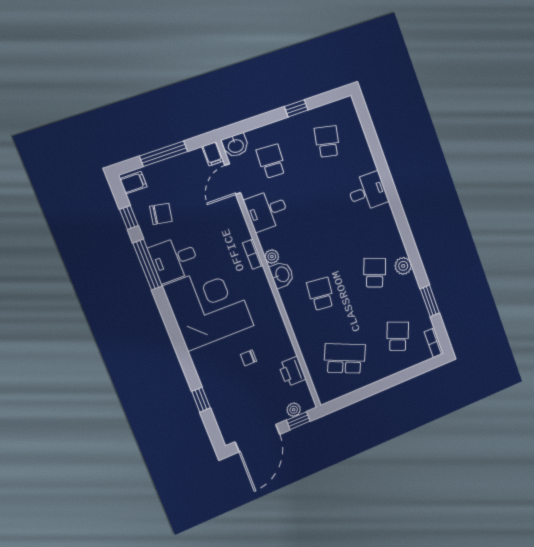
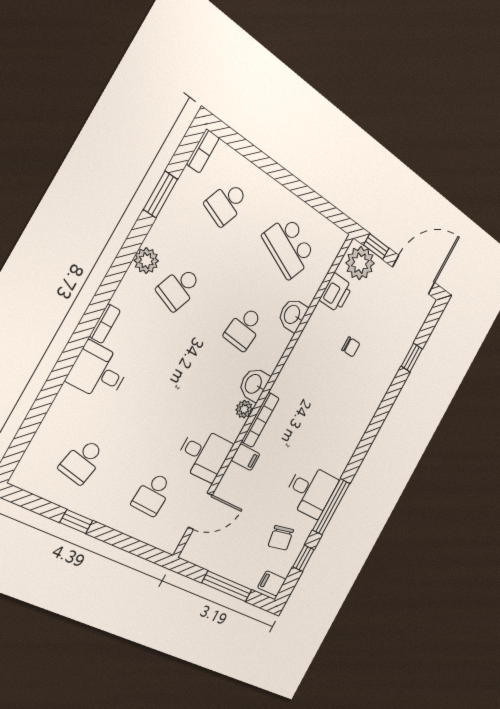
washbasin: (236, 146) -> (293, 315), moved, turned -90
filing cabinet: (213, 154) -> (246, 457), moved, turned 90
chair: (161, 214) -> (281, 538), turned -111
bookcase: (389, 217) -> (105, 324), added
bookcase: (253, 254) -> (260, 420), width x1.56
corner desk: (209, 306) -> (330, 425), removed
plant: (294, 410) -> (360, 263), width x1.88, depth x1.88

